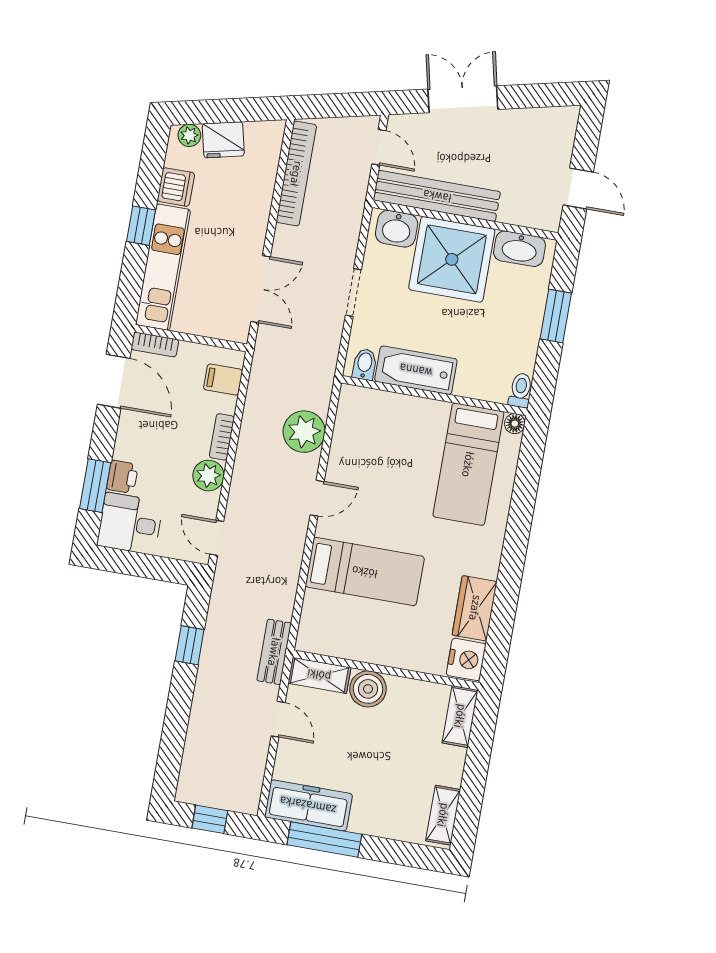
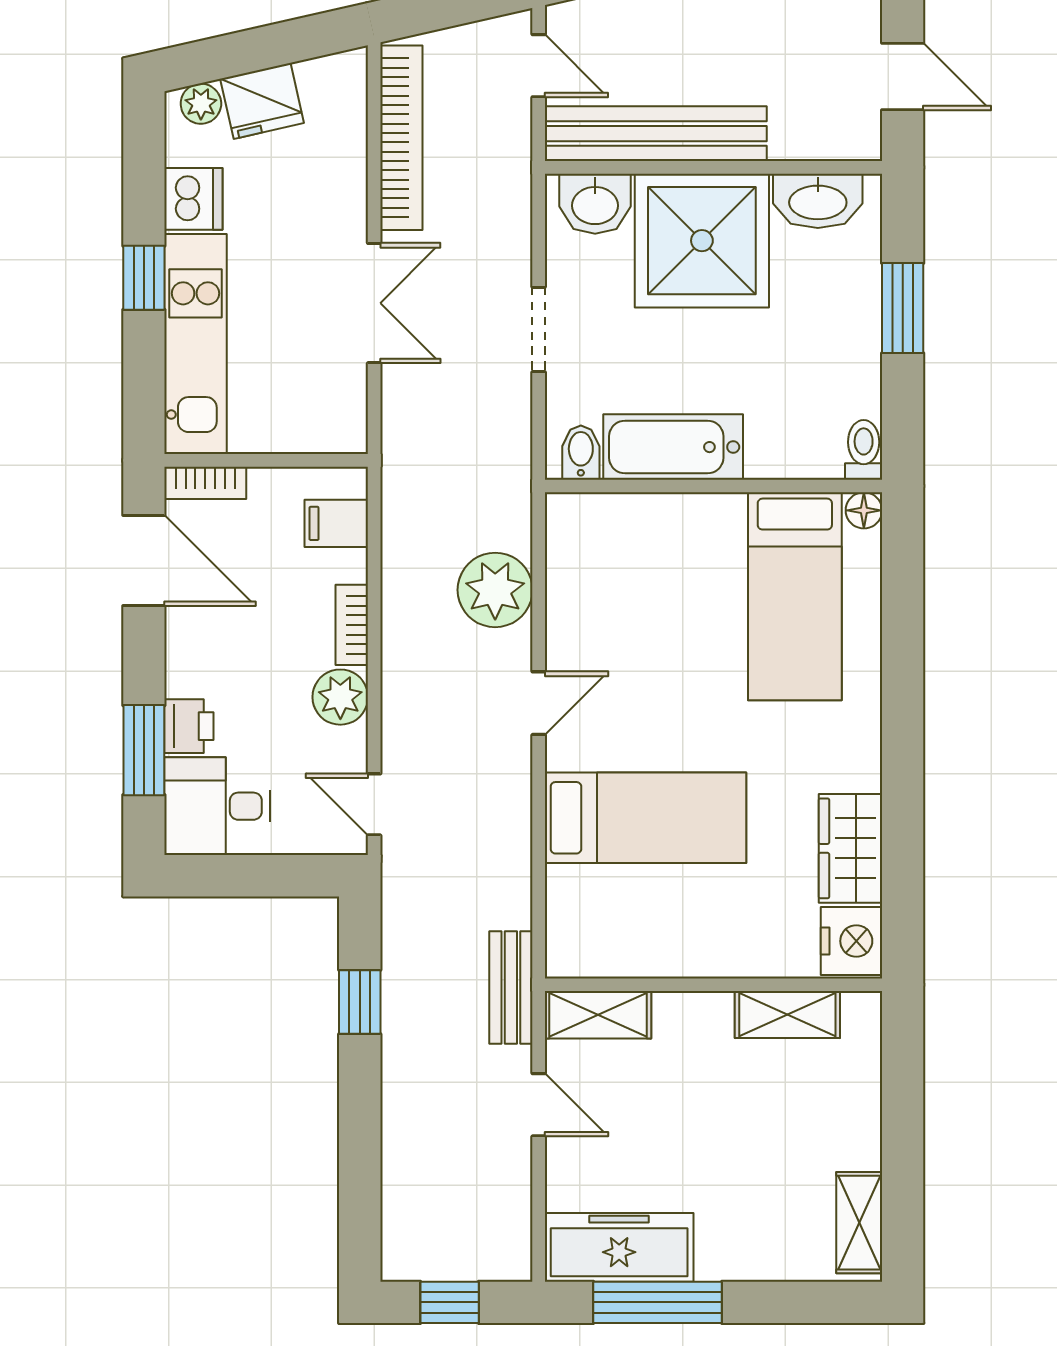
double door: (261, 289) -> (374, 303), moved
boiler: (368, 689) -> (688, 1023), removed
shelving: (460, 716) -> (787, 1014), moved, turned 90

